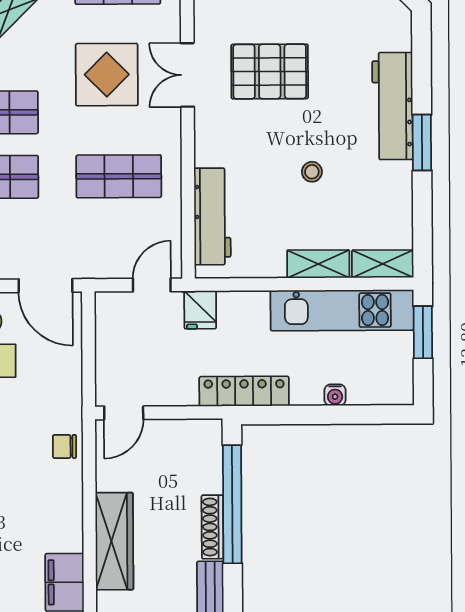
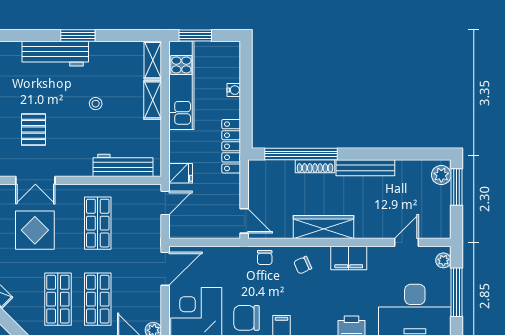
pallet: (270, 71) -> (33, 129), width x0.67, depth x0.71
door: (152, 285) -> (165, 203), swing flipped
chair: (53, 508) -> (303, 265), added

